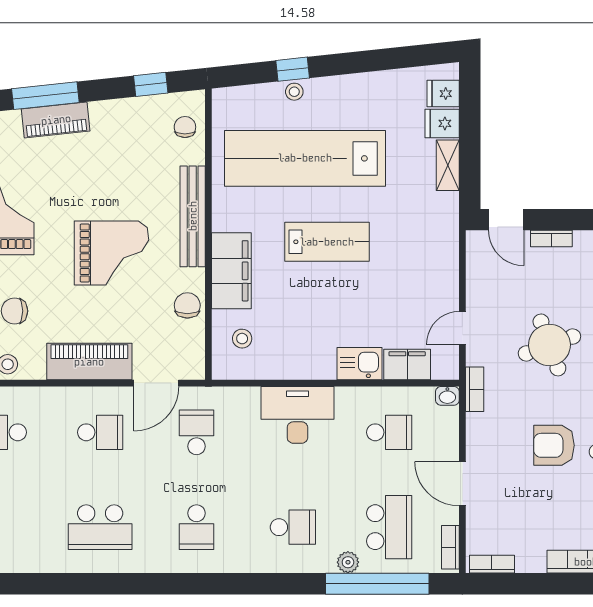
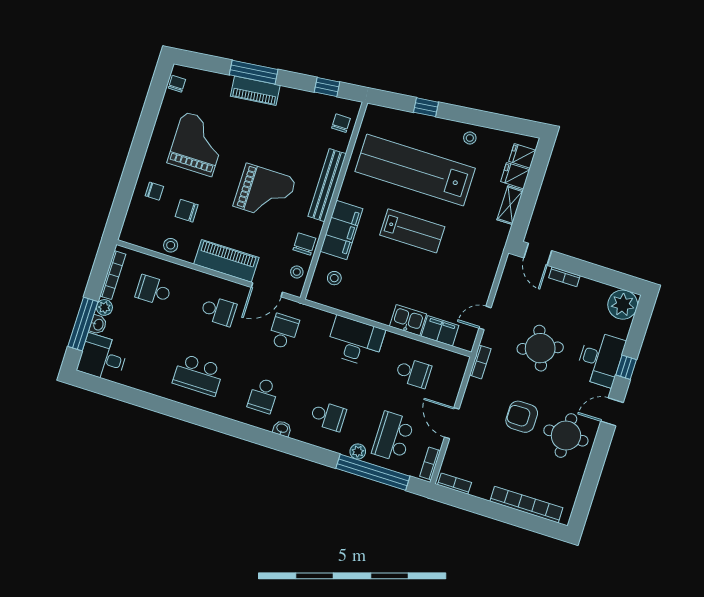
stool: (294, 92) -> (470, 138), moved
stool: (189, 346) -> (297, 272), added
washbasin: (447, 396) -> (282, 429), moved, turned 180
school desk: (389, 527) -> (393, 437), turned 180

